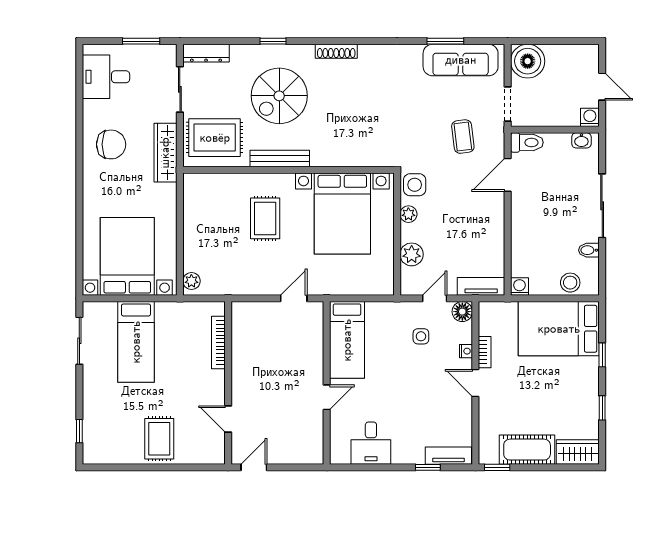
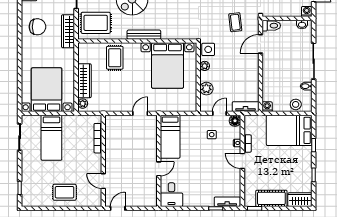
bench: (280, 158) -> (144, 35), moved
rug: (265, 218) -> (115, 58), moved
wardrobe: (195, 240) -> (84, 81), added
rug: (159, 439) -> (65, 192), turned 90
desk: (371, 443) -> (171, 195), moved

